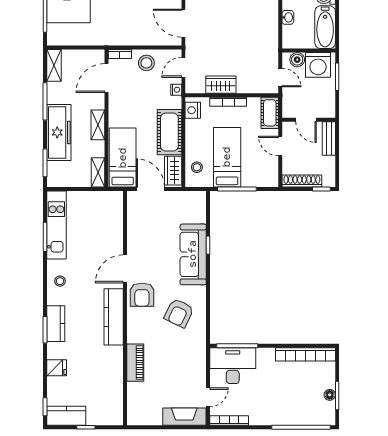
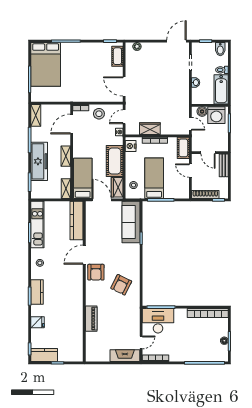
sofa: (193, 254) -> (131, 222), moved
kitchen counter: (114, 317) -> (77, 221), moved

